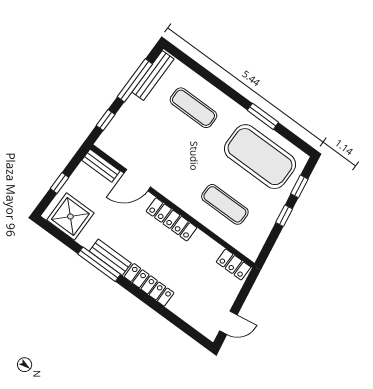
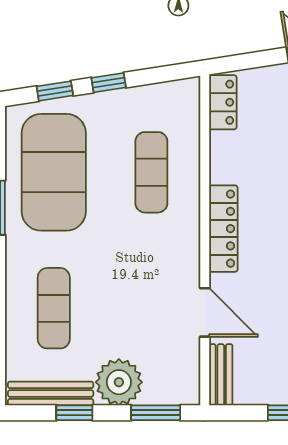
window: (135, 80) -> (74, 413), width x0.46
plant: (134, 113) -> (119, 382), added
window: (106, 120) -> (156, 413), width x1.50

